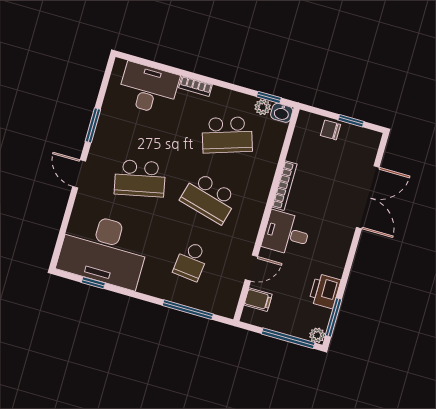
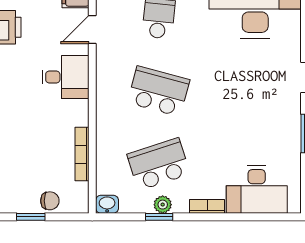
window: (269, 97) -> (159, 217), moved
plant: (263, 107) -> (163, 205), moved
school desk: (140, 178) -> (238, 91), removed
bookcase: (284, 186) -> (82, 154), moved

